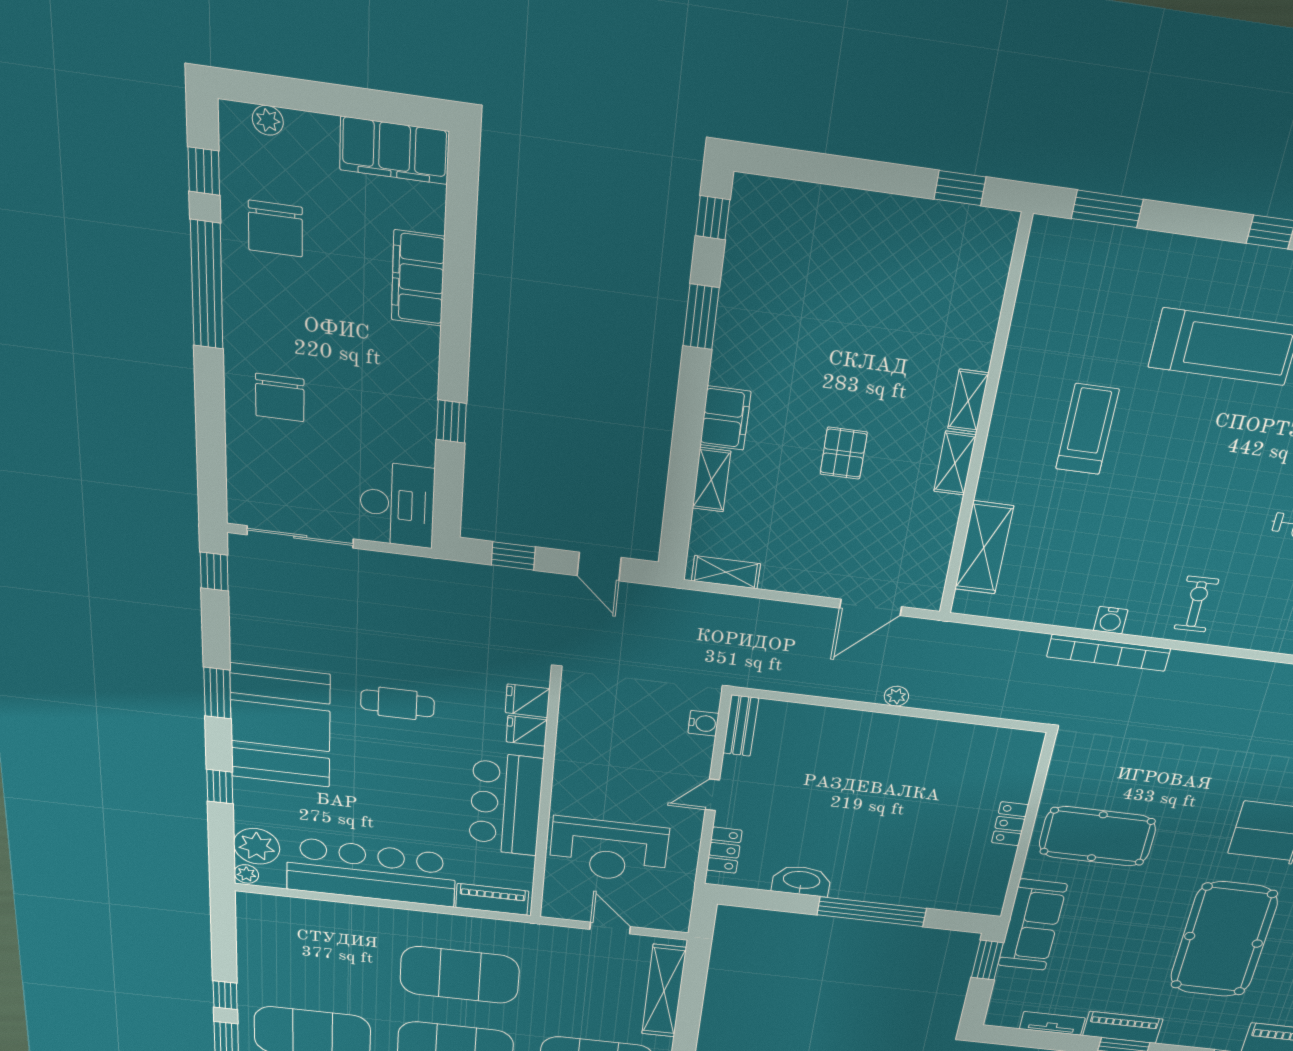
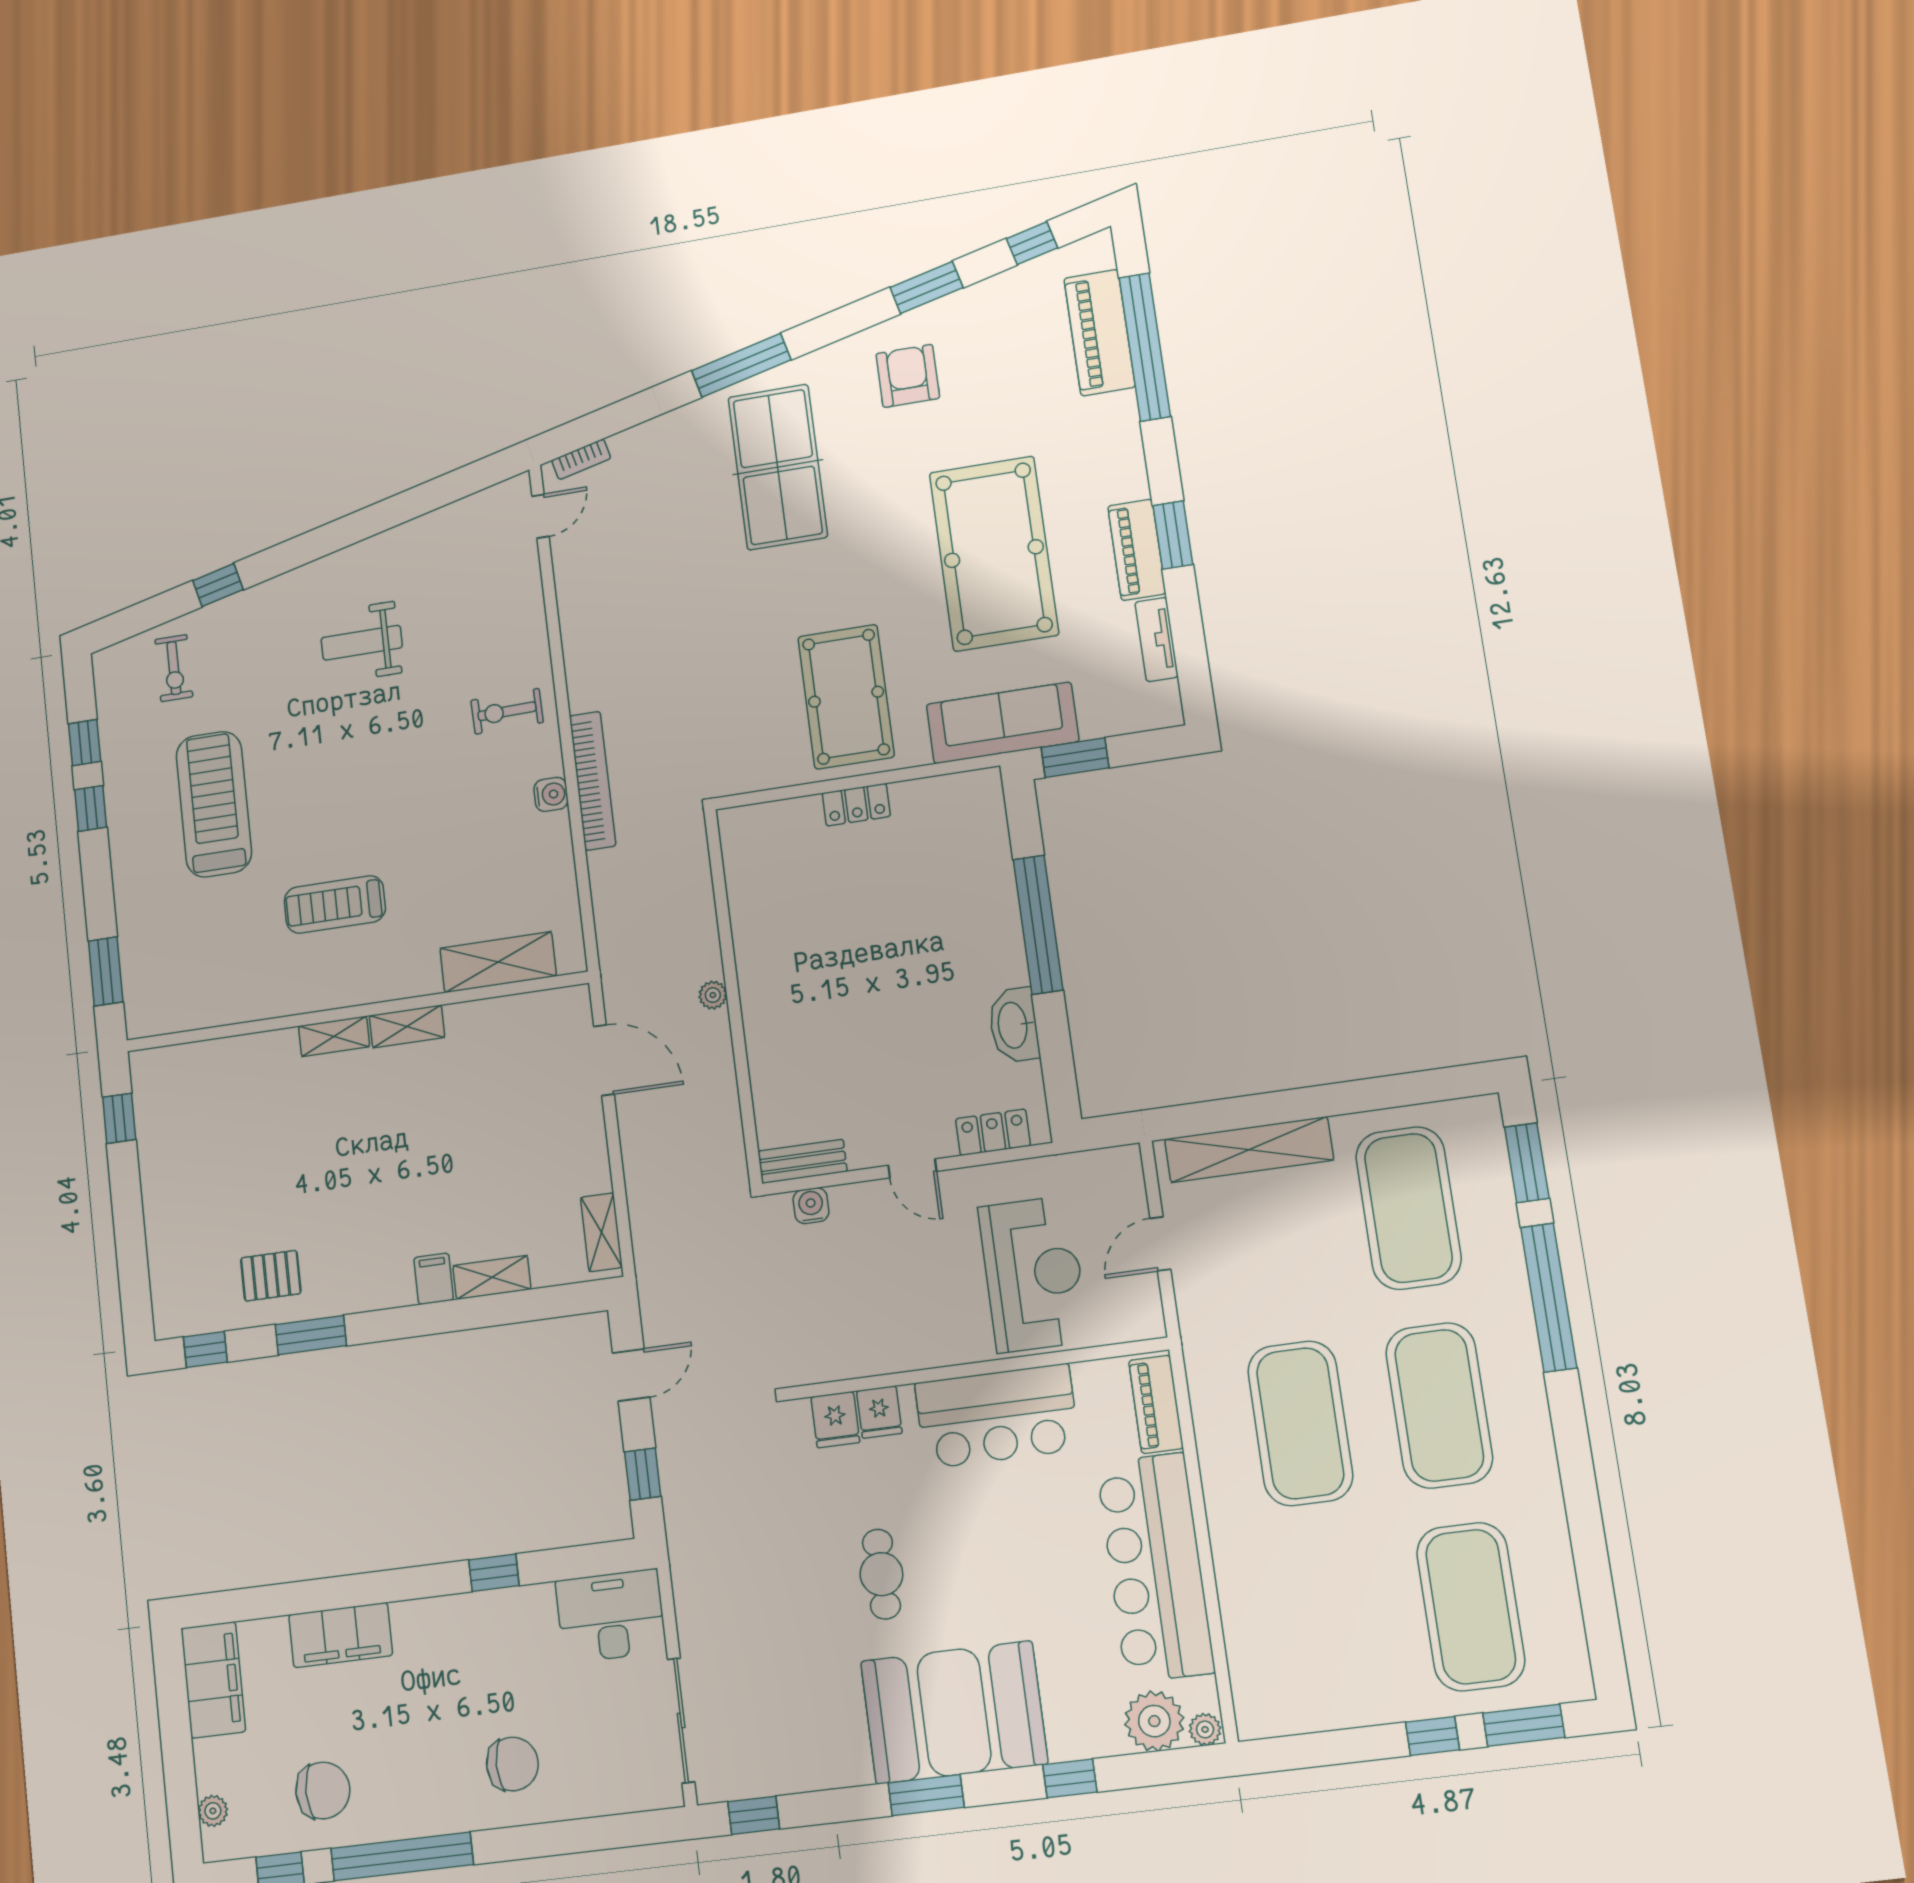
filing cabinet: (725, 418) -> (434, 1279), width x0.50
pallet: (844, 453) -> (271, 1276), moved
pool table: (1224, 940) -> (994, 554), moved, turned 90

